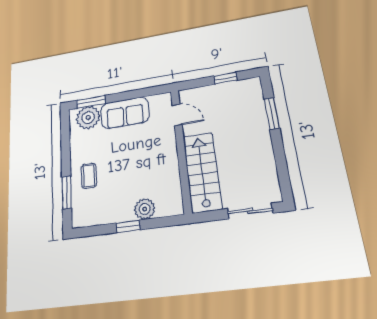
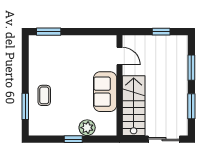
sofa: (125, 113) -> (105, 92), moved, turned 90
plant: (88, 118) -> (46, 45), removed
window: (281, 162) -> (191, 106), added

